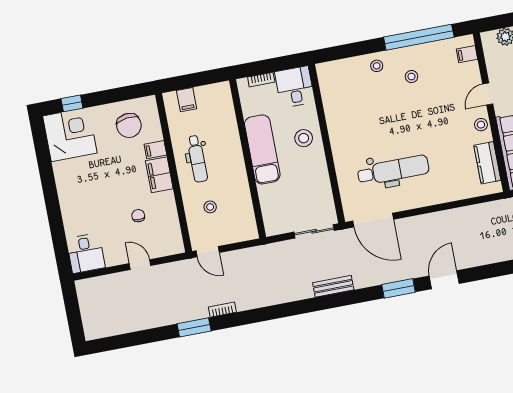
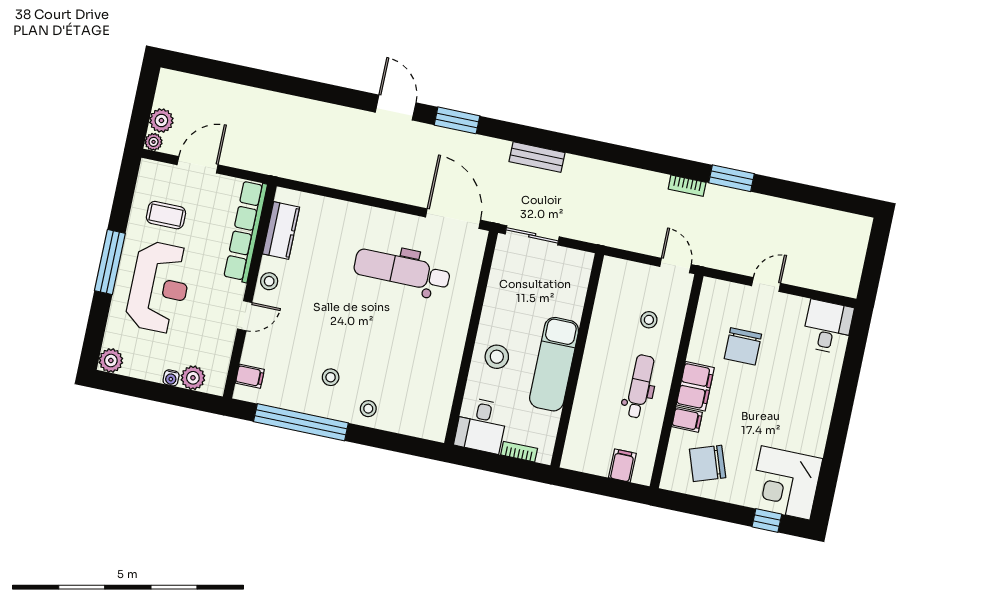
chair: (129, 125) -> (708, 463), turned -102
chair: (138, 216) -> (743, 346), width x1.87, depth x1.87
door: (140, 265) -> (766, 285), swing flipped
door: (444, 280) -> (396, 107), swing flipped

